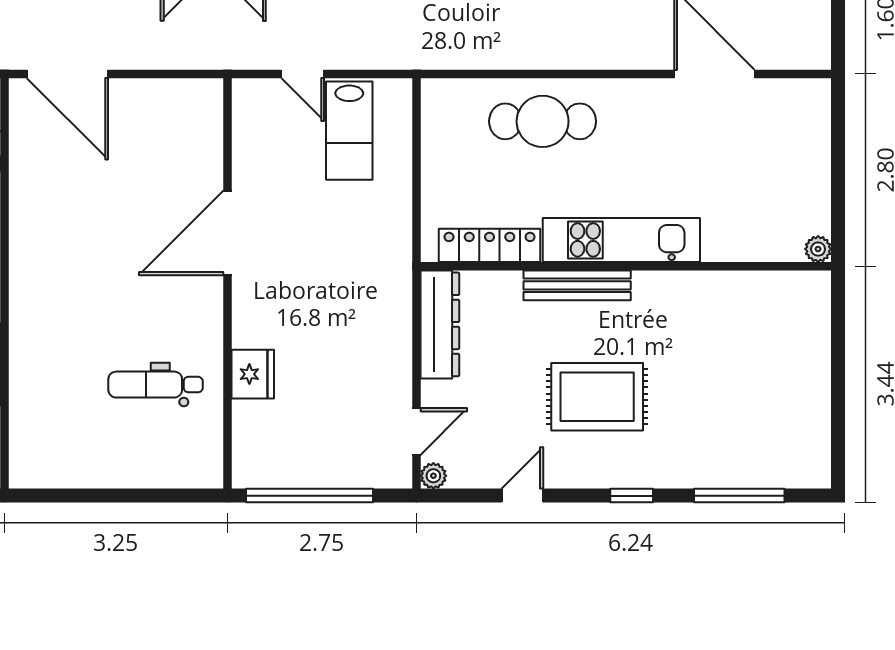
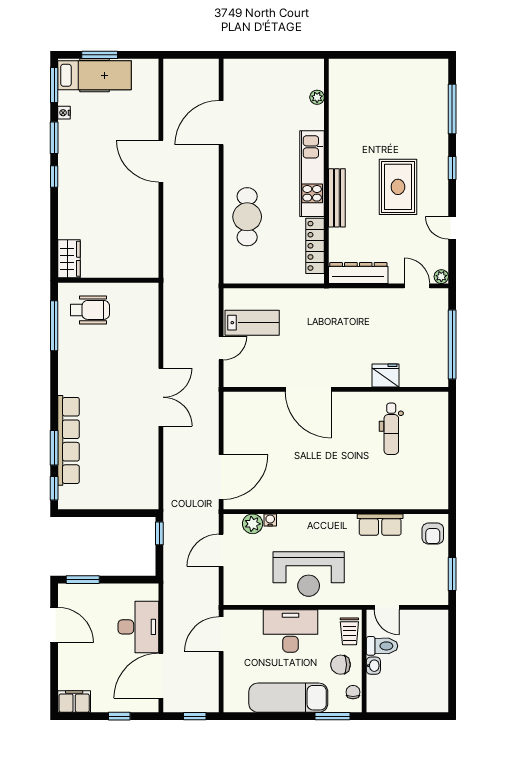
plant: (818, 249) -> (317, 97), moved

